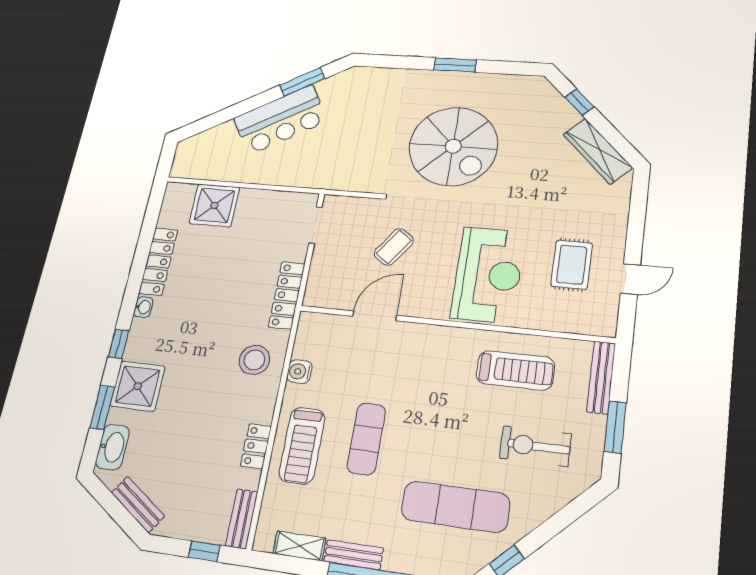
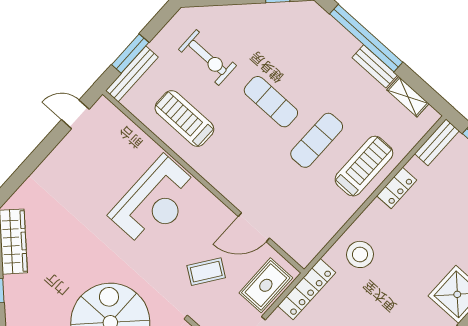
rug: (572, 265) -> (266, 285), moved
reception desk: (488, 275) -> (155, 202), turned 180
door: (630, 279) -> (75, 114), moved
water cooler: (299, 372) -> (333, 223), removed
window: (615, 427) -> (130, 54), moved
exercise mat: (455, 507) -> (271, 102), moved, width x0.73, depth x0.69

